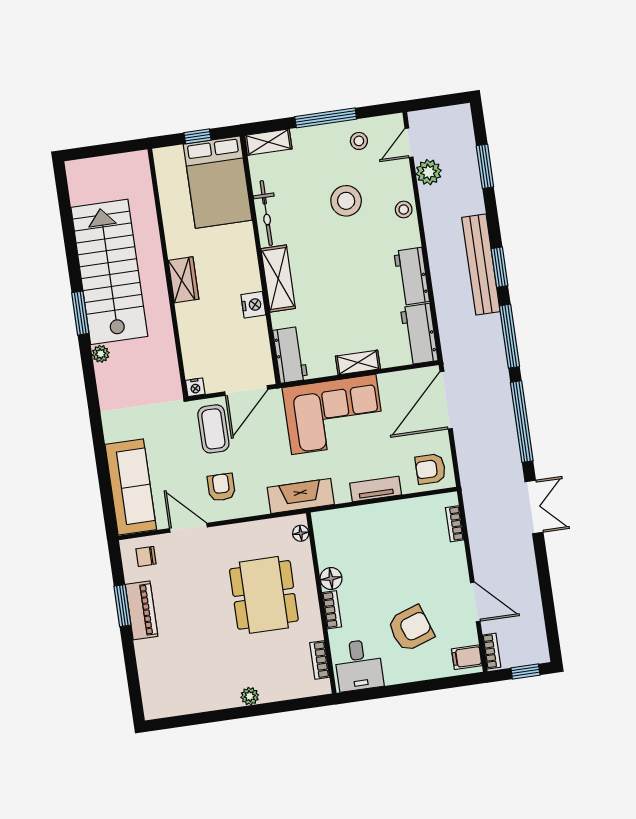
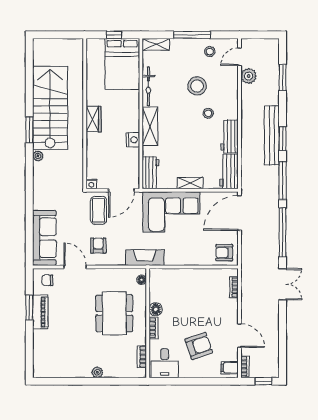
stool: (404, 210) -> (208, 113), moved
tv unit: (376, 489) -> (190, 260), removed

